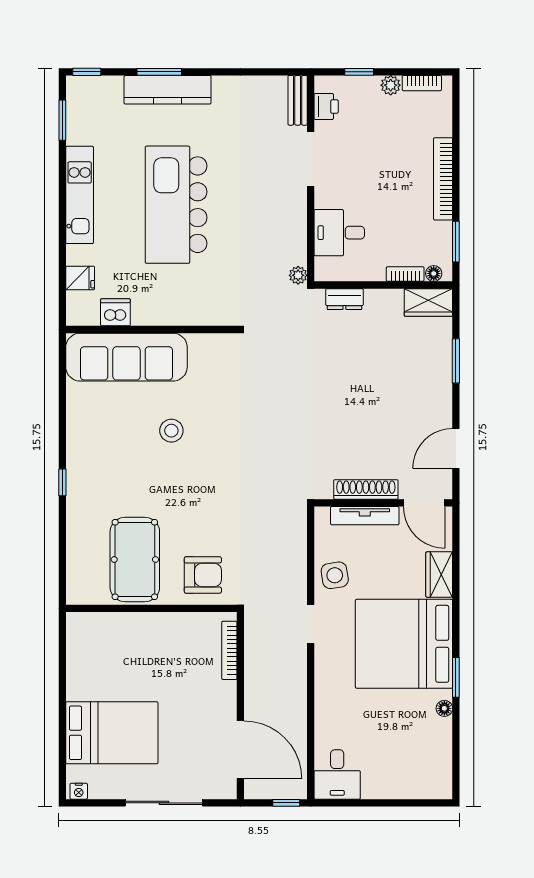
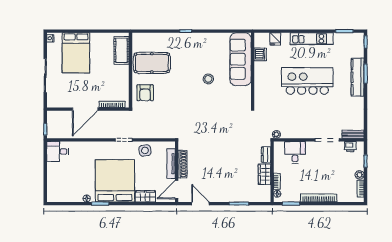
wardrobe: (428, 302) -> (264, 174), moved
cot: (106, 629) -> (122, 50), added
door: (240, 750) -> (85, 109), moved

